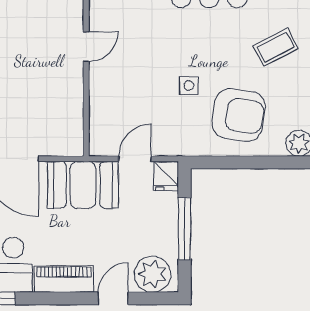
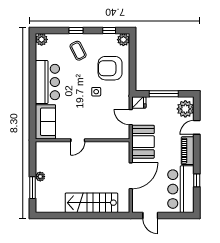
door: (86, 47) -> (78, 140), swing flipped
armchair: (239, 115) -> (110, 68), turned -99
door: (113, 298) -> (197, 127), hinge flipped

